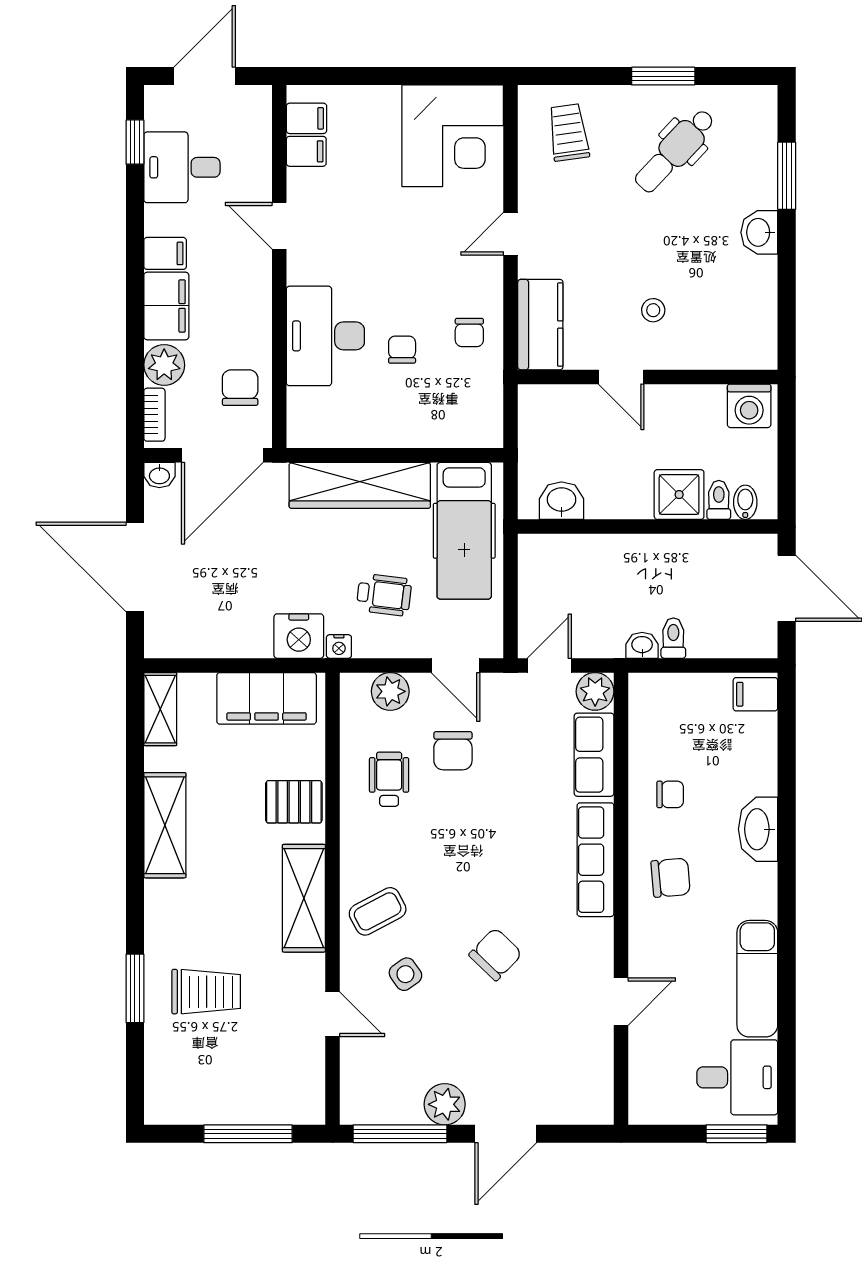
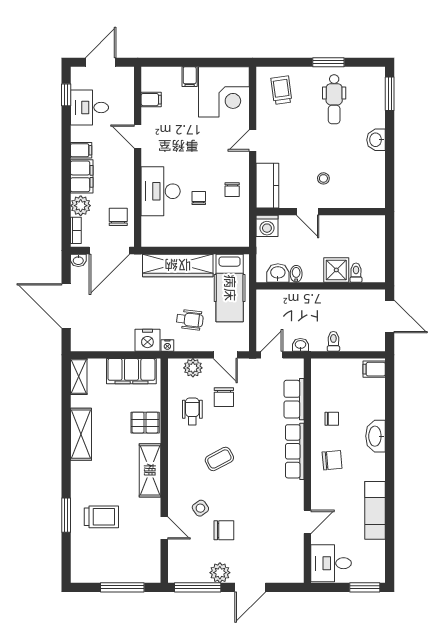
filing cabinet: (306, 118) -> (190, 77), moved, turned 90
dental chair: (675, 151) -> (334, 99), turned -43
window: (787, 176) -> (390, 94), moved
washing machine: (749, 406) -> (267, 226), moved
bidet: (745, 502) -> (296, 274), moved
washbasin: (642, 645) -> (300, 345), moved
plant: (595, 691) -> (295, 368), removed
coffee table: (378, 911) -> (219, 459), moved
chair: (496, 954) -> (224, 530), moved, turned 46
desk: (737, 1077) -> (331, 563), moved, turned 180

